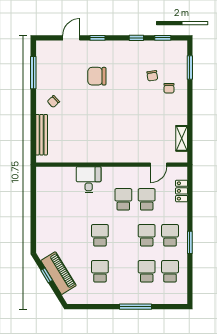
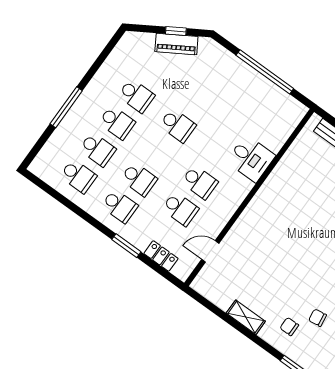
shelving: (182, 138) -> (246, 317), moved
door: (159, 165) -> (210, 251), hinge flipped
window: (33, 208) -> (265, 72), added
window: (190, 242) -> (126, 246), moved
school desk: (123, 271) -> (117, 122), added
piano: (58, 273) -> (176, 44), width x0.73, depth x0.75

